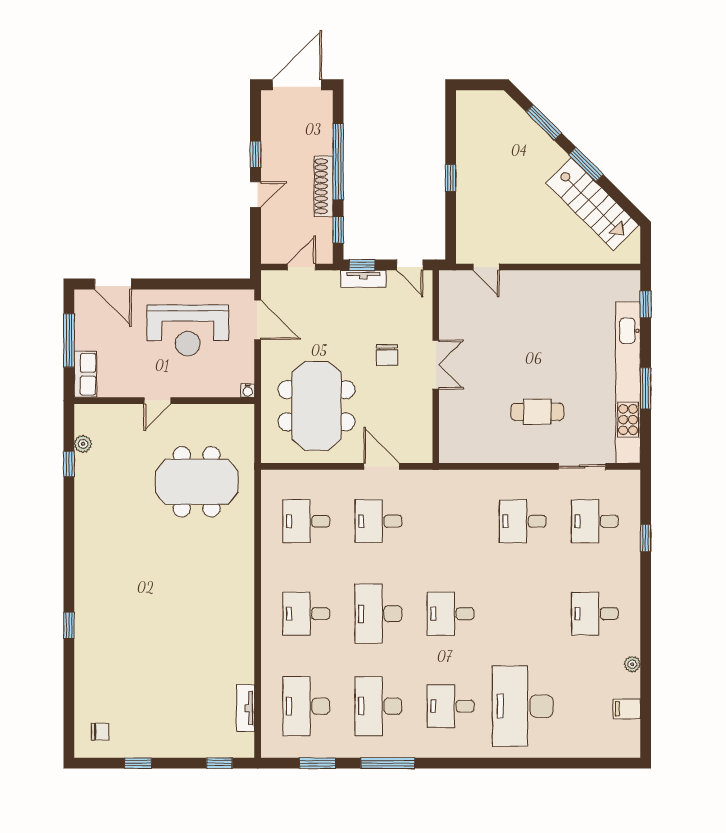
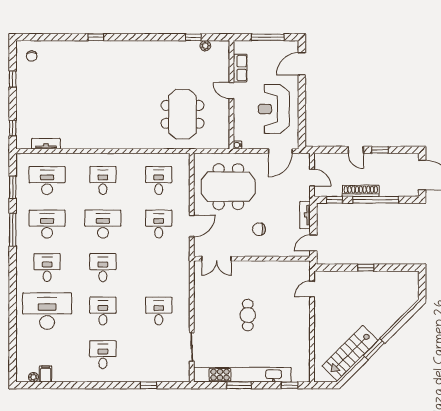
window: (544, 122) -> (399, 324), removed
window: (362, 265) -> (313, 214), removed
double door: (436, 365) -> (216, 259), moved
row of seats: (85, 374) -> (240, 68), moved, turned -90
cafe table: (537, 412) -> (248, 315), moved
desk: (595, 521) -> (103, 311), moved
plant: (632, 664) -> (33, 377), moved

